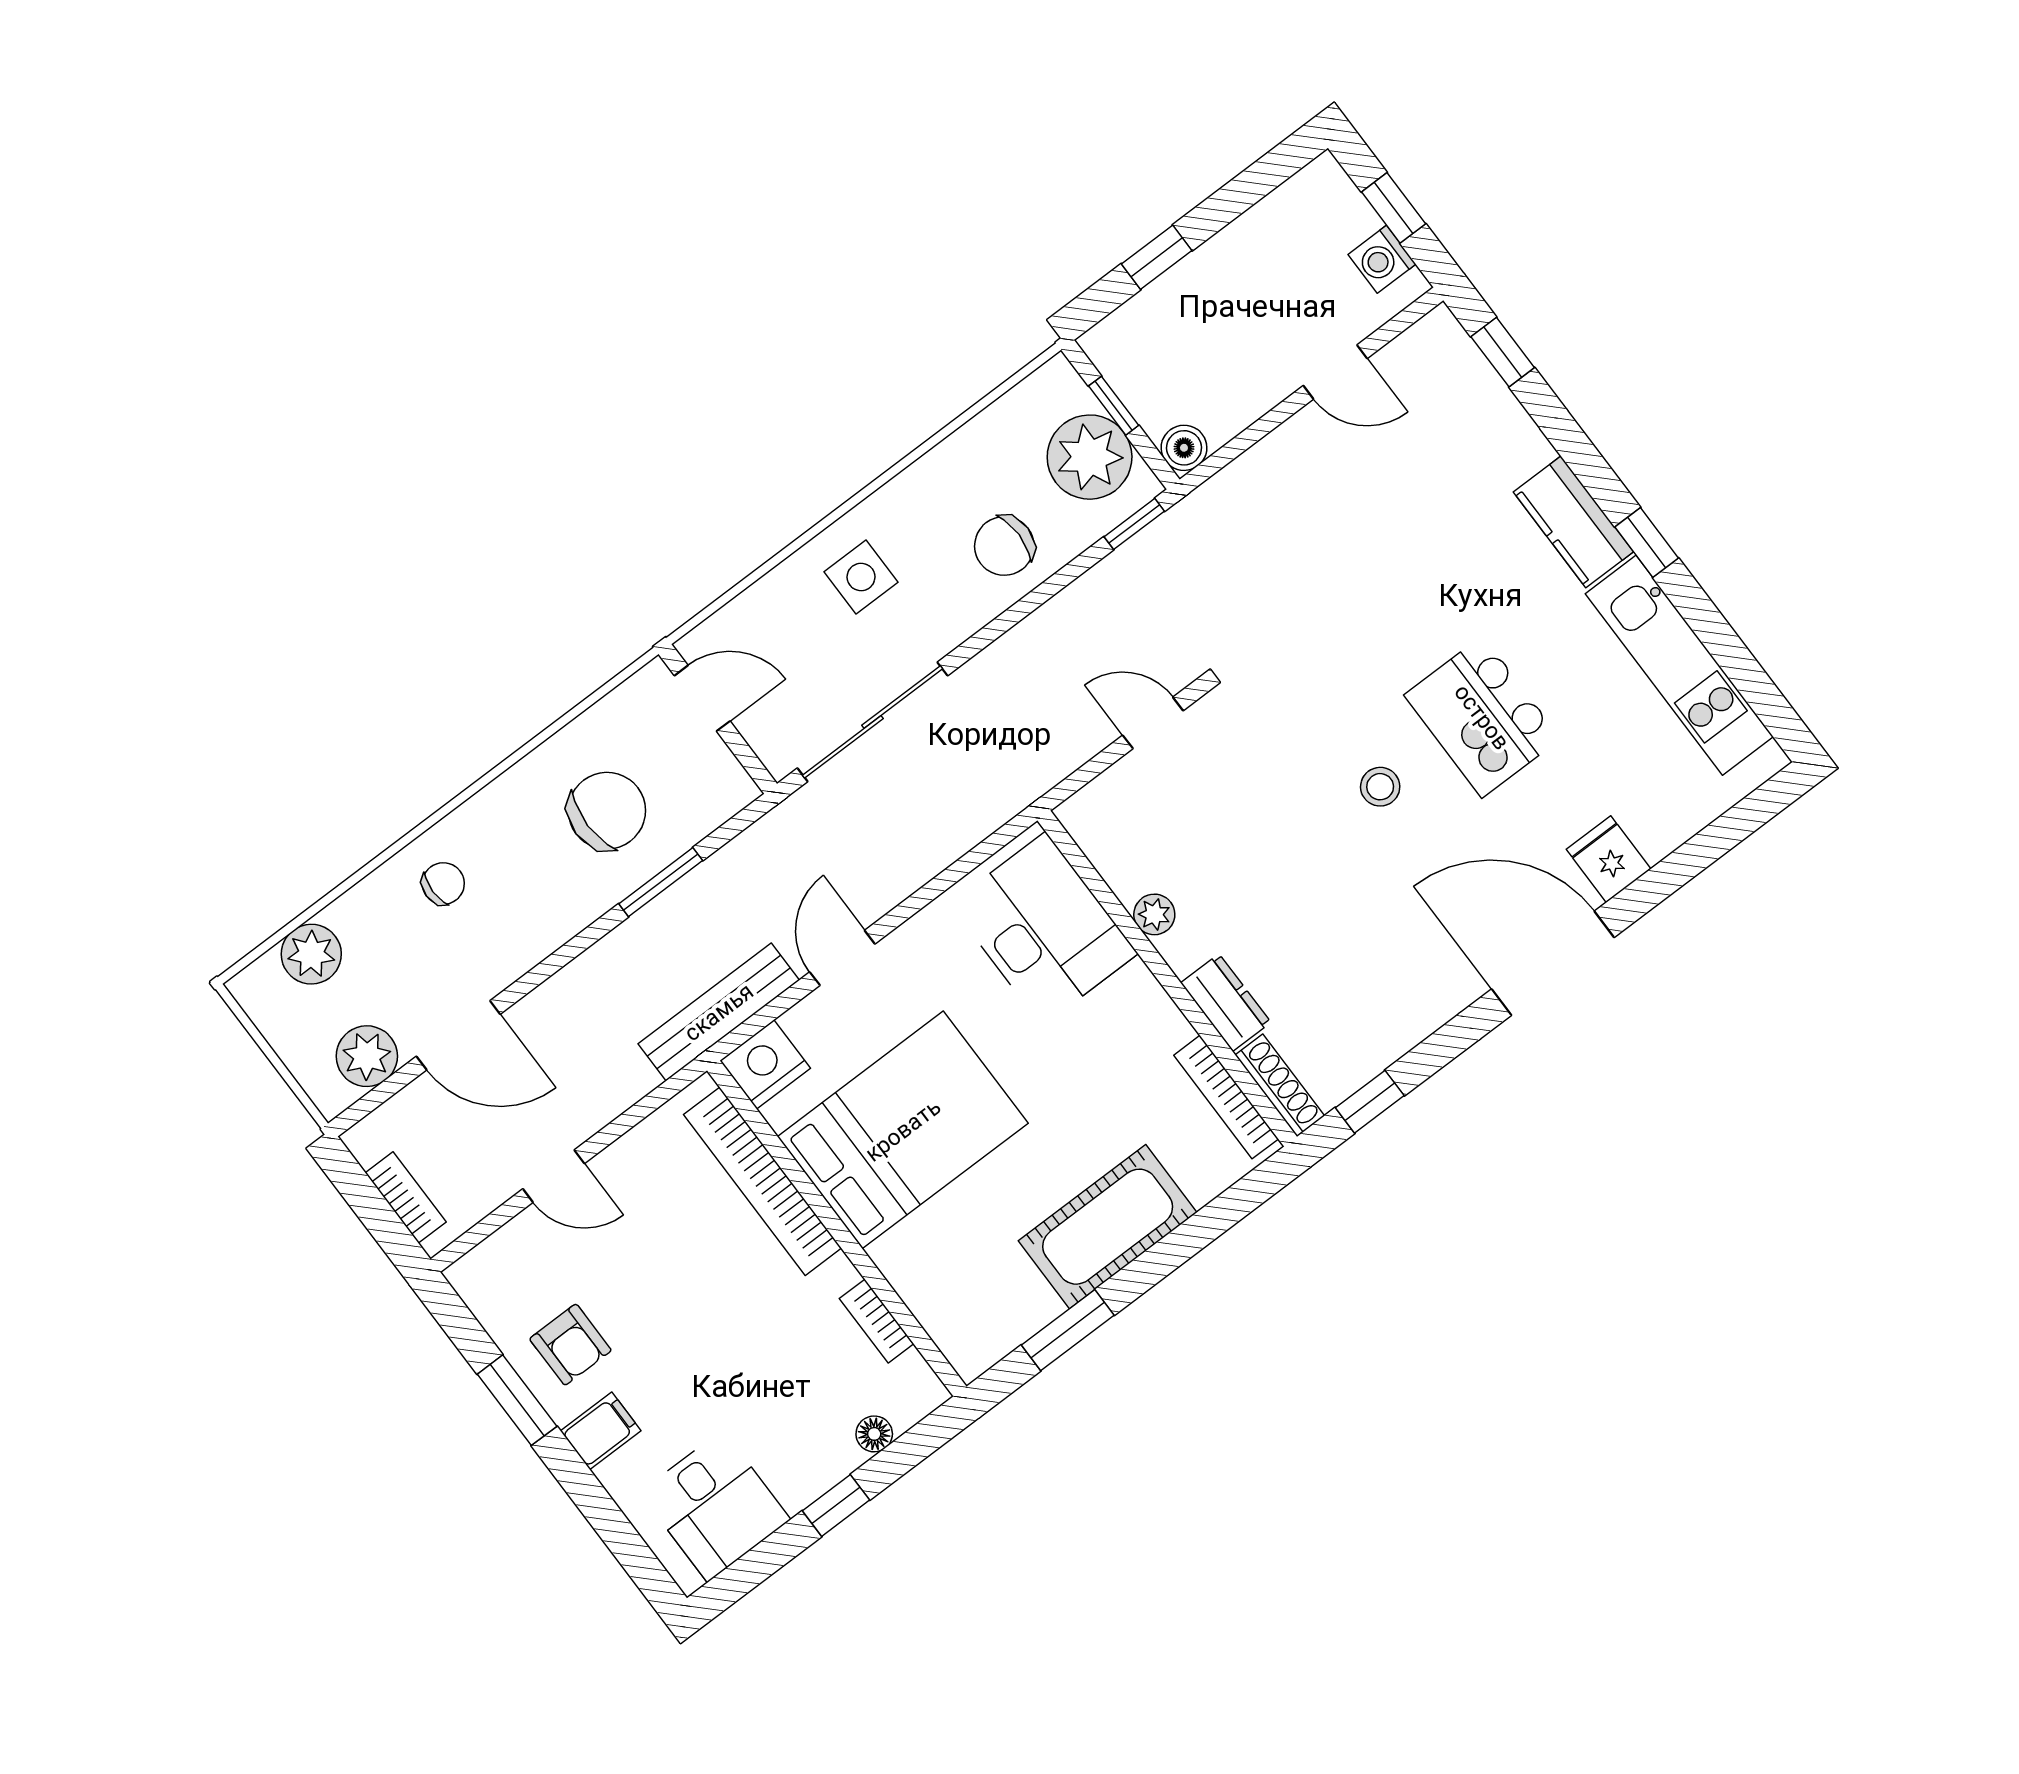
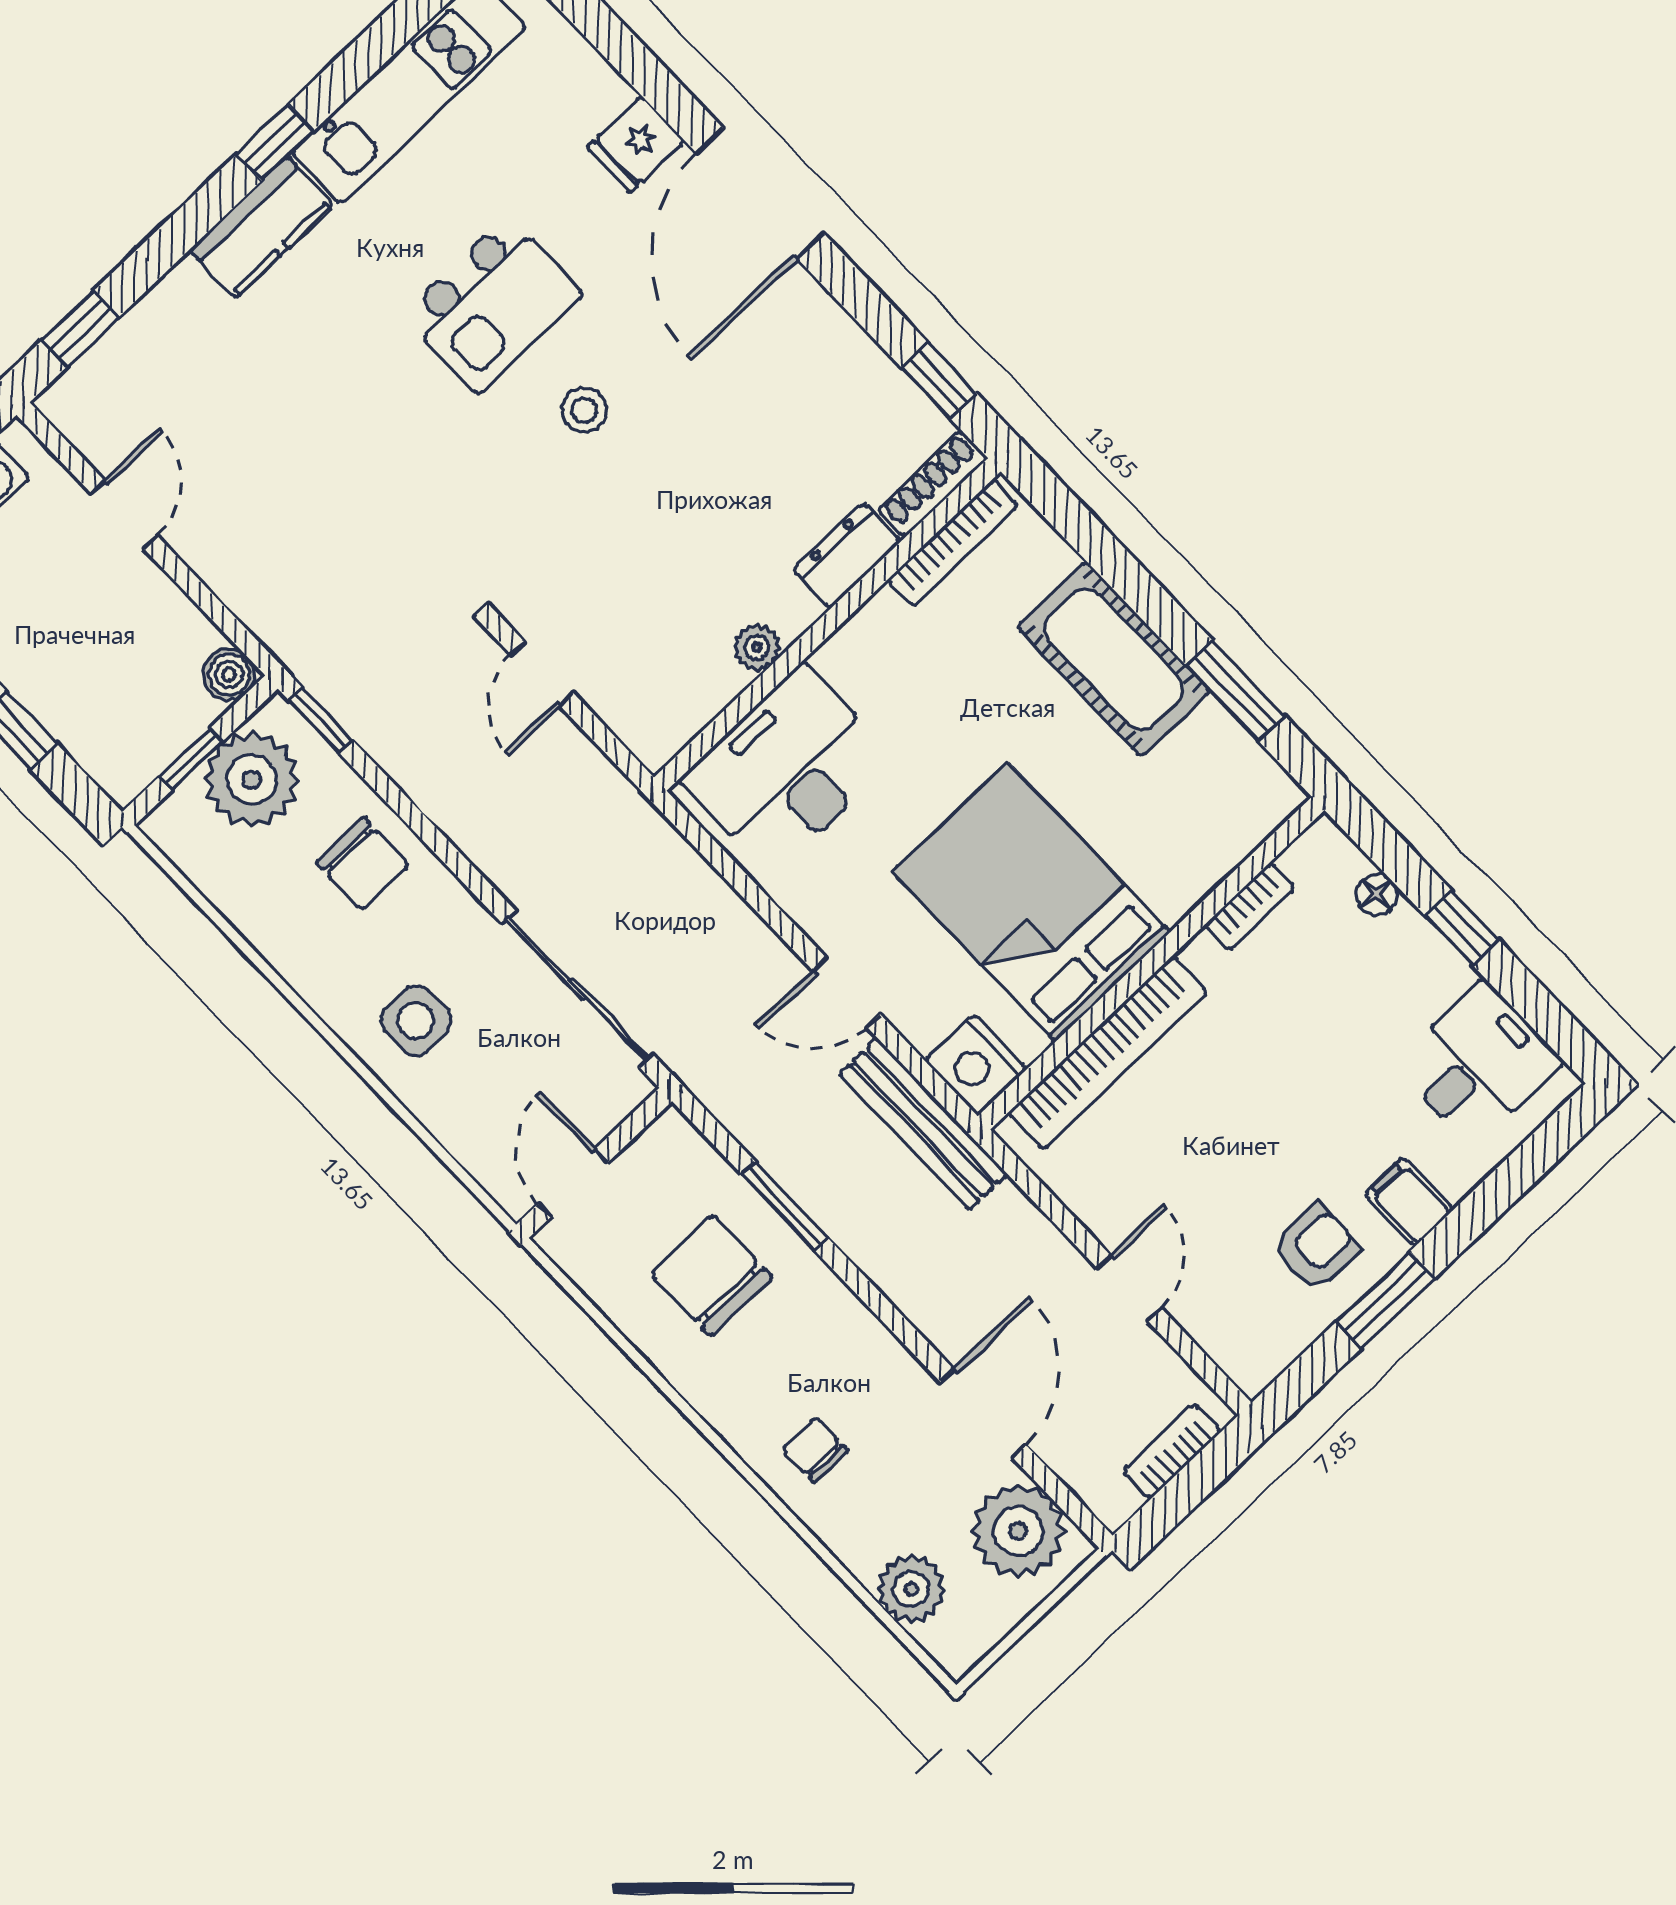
plant: (367, 1056) -> (1018, 1531), width x1.36, depth x1.36

